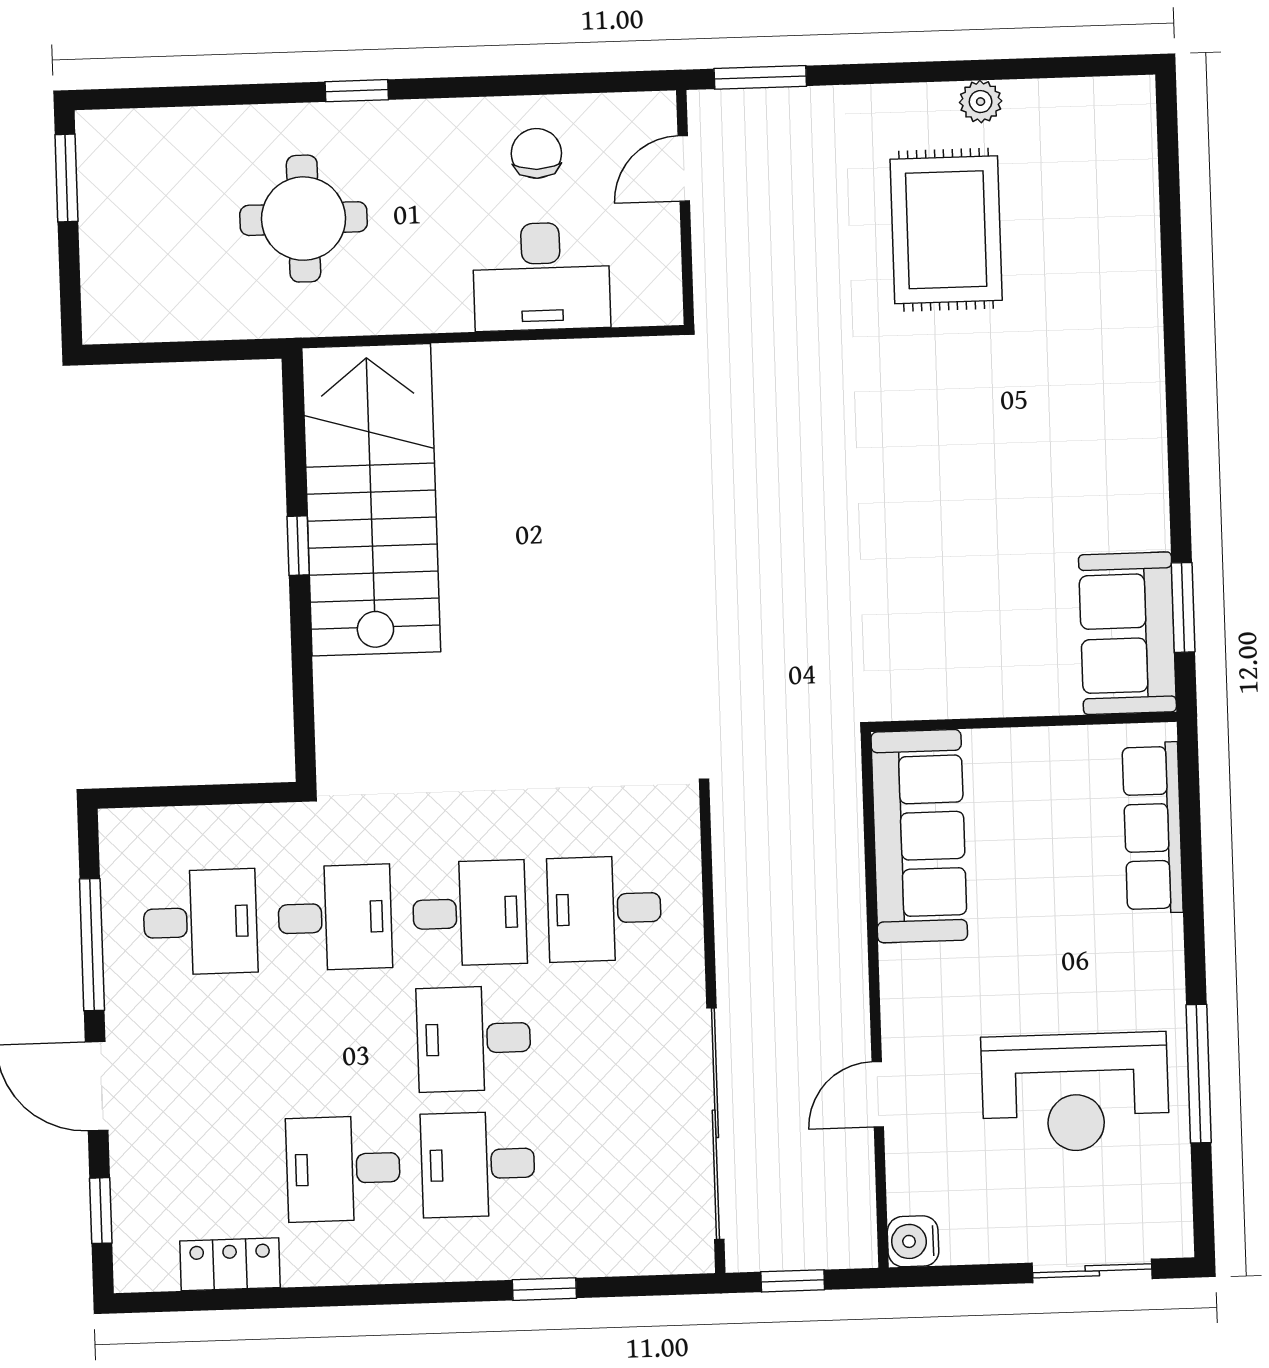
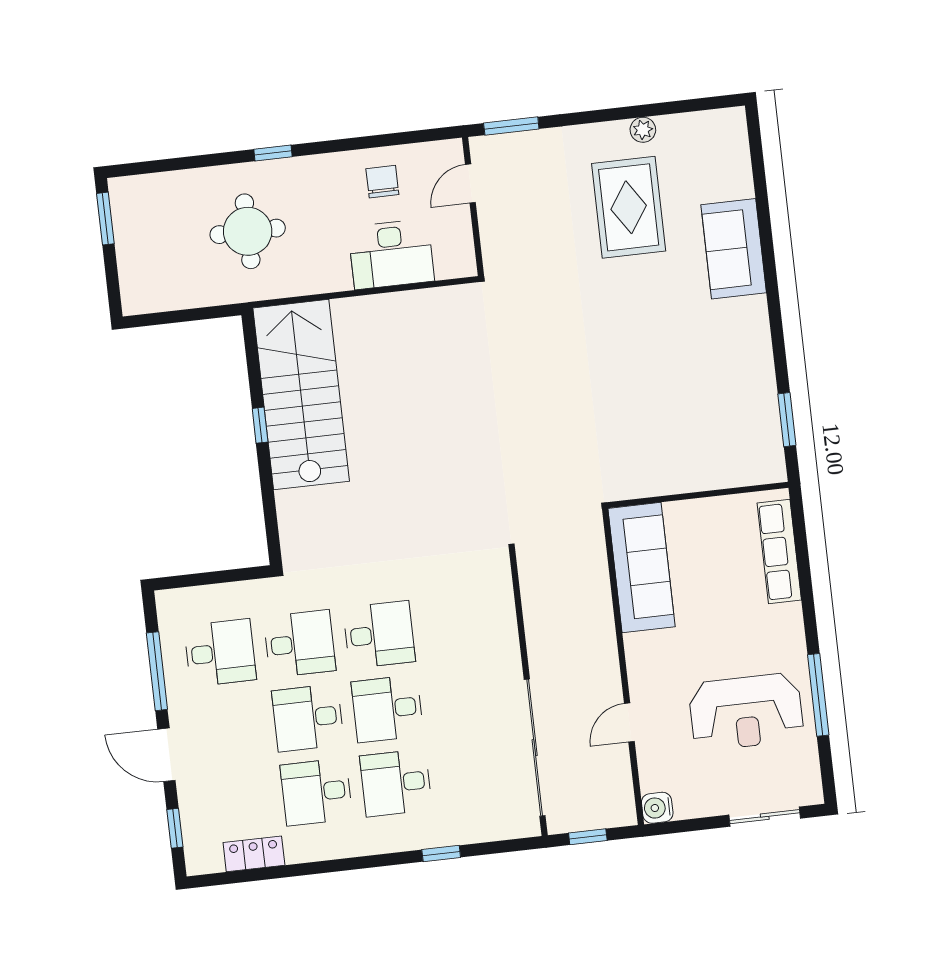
sofa: (1127, 633) -> (734, 249), moved
desk: (604, 909) -> (308, 718), moved

